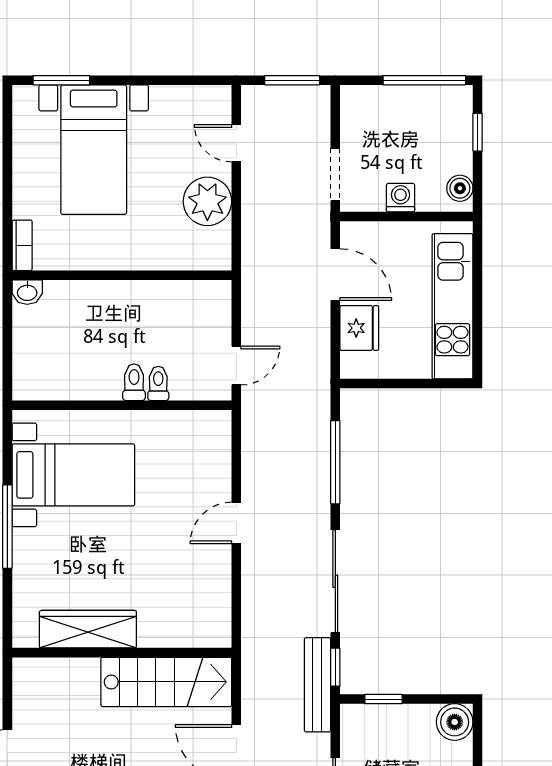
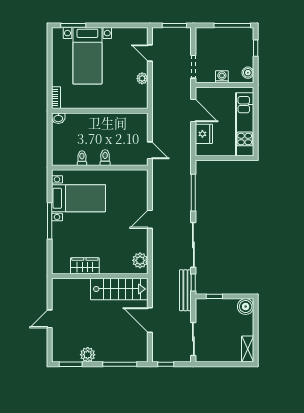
plant: (207, 201) -> (142, 78), width x0.53, depth x0.53
door: (236, 366) -> (150, 150), hinge flipped
toilet: (158, 383) -> (82, 158), moved
plant: (214, 617) -> (140, 260), added
wardrobe: (88, 629) -> (85, 266), width x0.67

